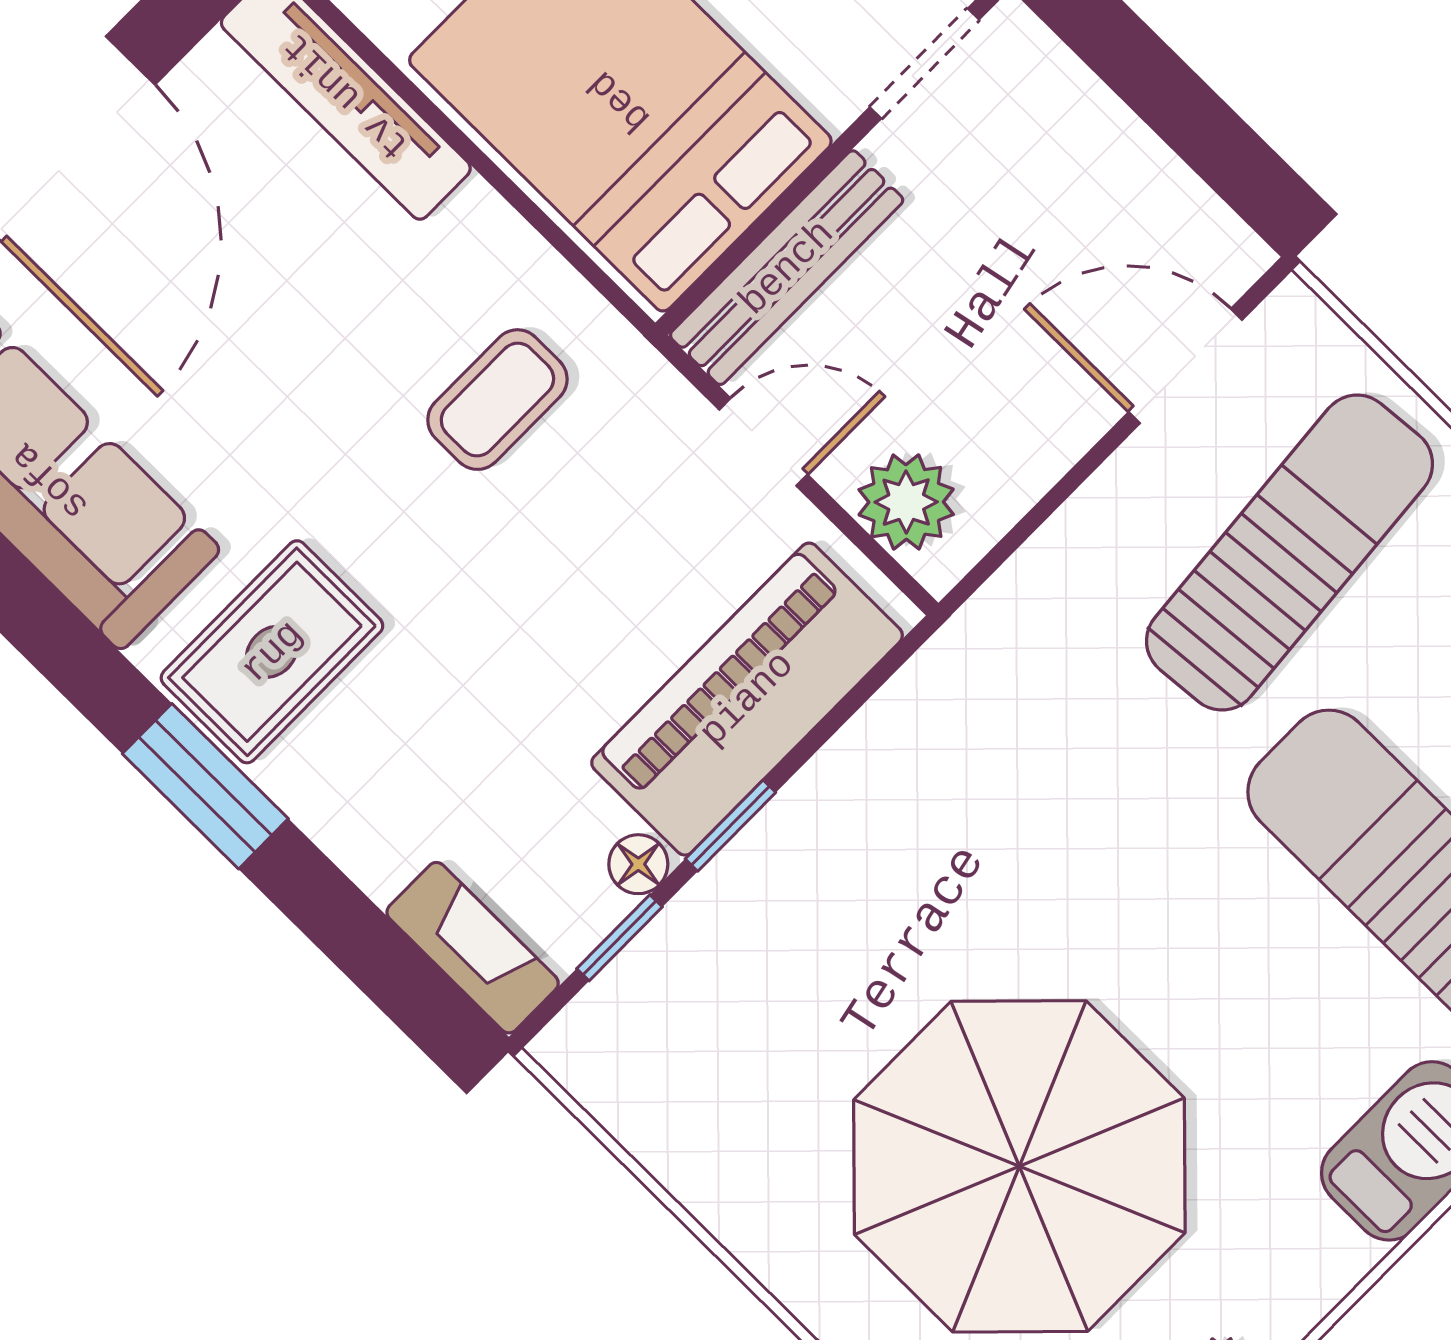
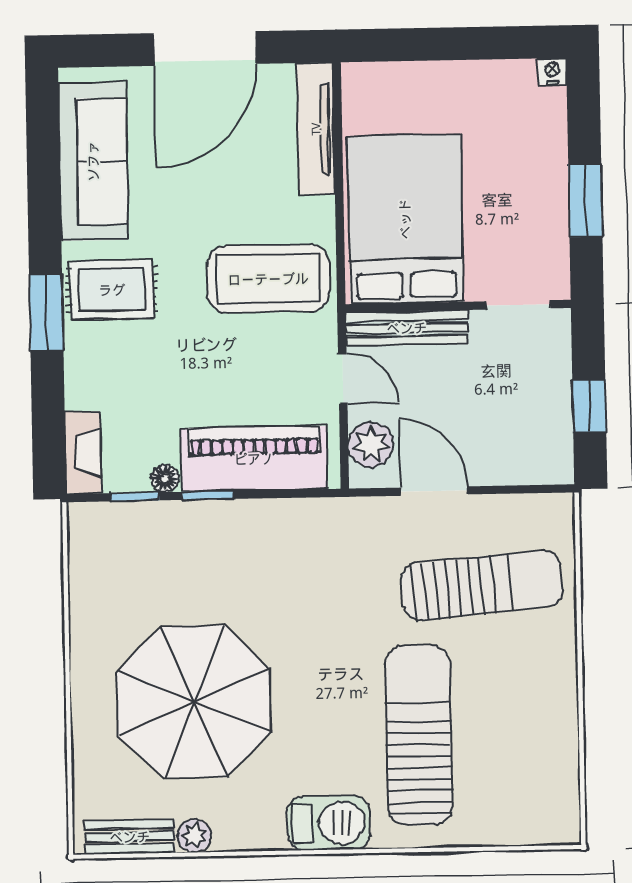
window: (1186, 113) -> (589, 406), added
door: (1185, 366) -> (434, 491), moved
coffee table: (497, 400) -> (268, 279), width x1.86, depth x1.72

